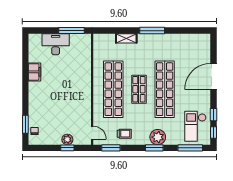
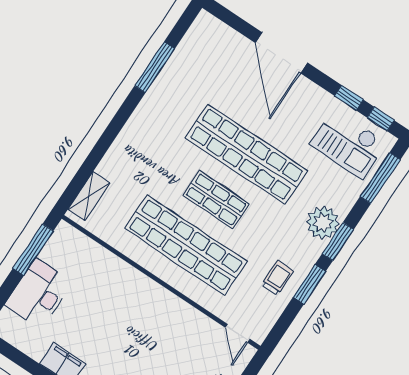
window: (152, 31) -> (155, 67), moved
shelving: (126, 38) -> (89, 196), moved
door: (92, 133) -> (238, 333), swing flipped
window: (111, 148) -> (309, 284), moved

